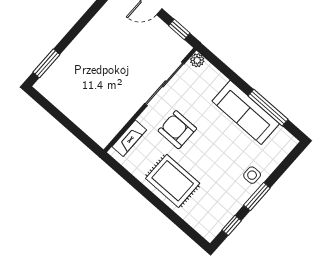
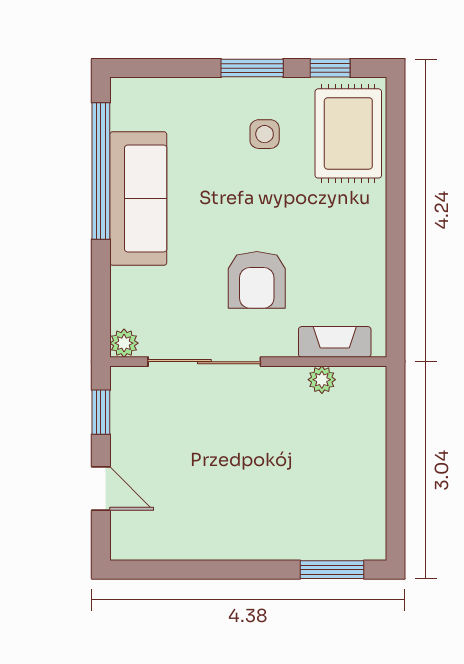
window: (268, 108) -> (101, 171), width x1.46
plant: (120, 121) -> (322, 380), added
side table: (252, 175) -> (265, 134), moved
rug: (173, 181) -> (348, 133), moved

